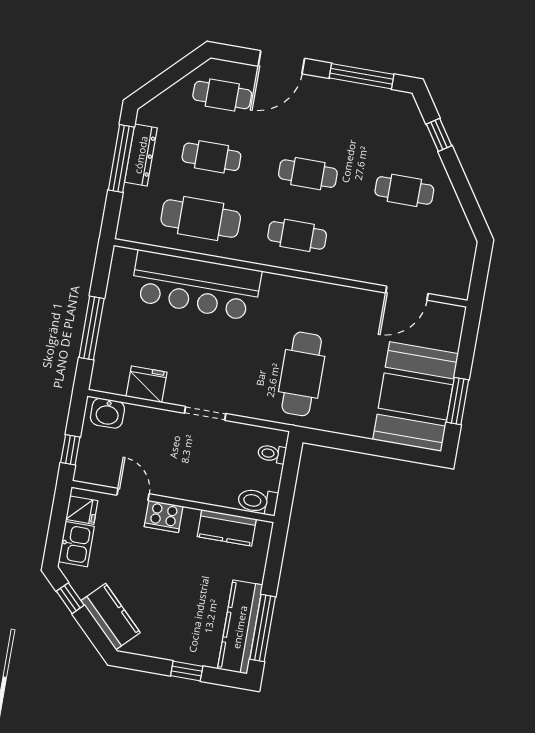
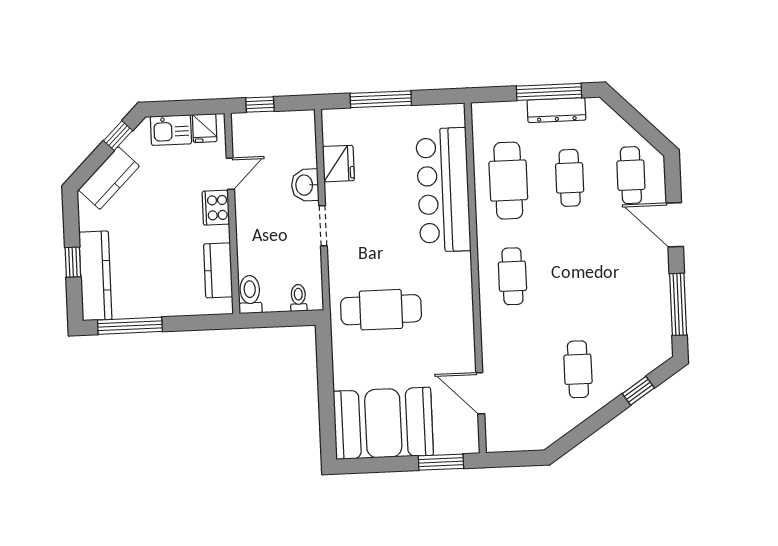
cafe table: (308, 174) -> (574, 274), removed
window: (458, 401) -> (441, 462), moved
washbasin: (107, 413) -> (305, 185), moved
kitchen counter: (240, 627) -> (95, 276), moved, turned 90

